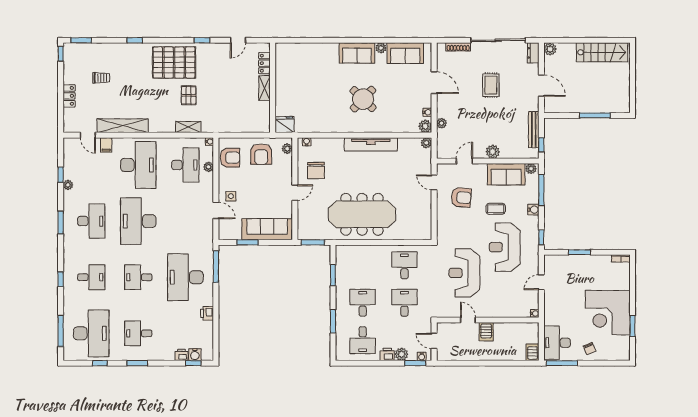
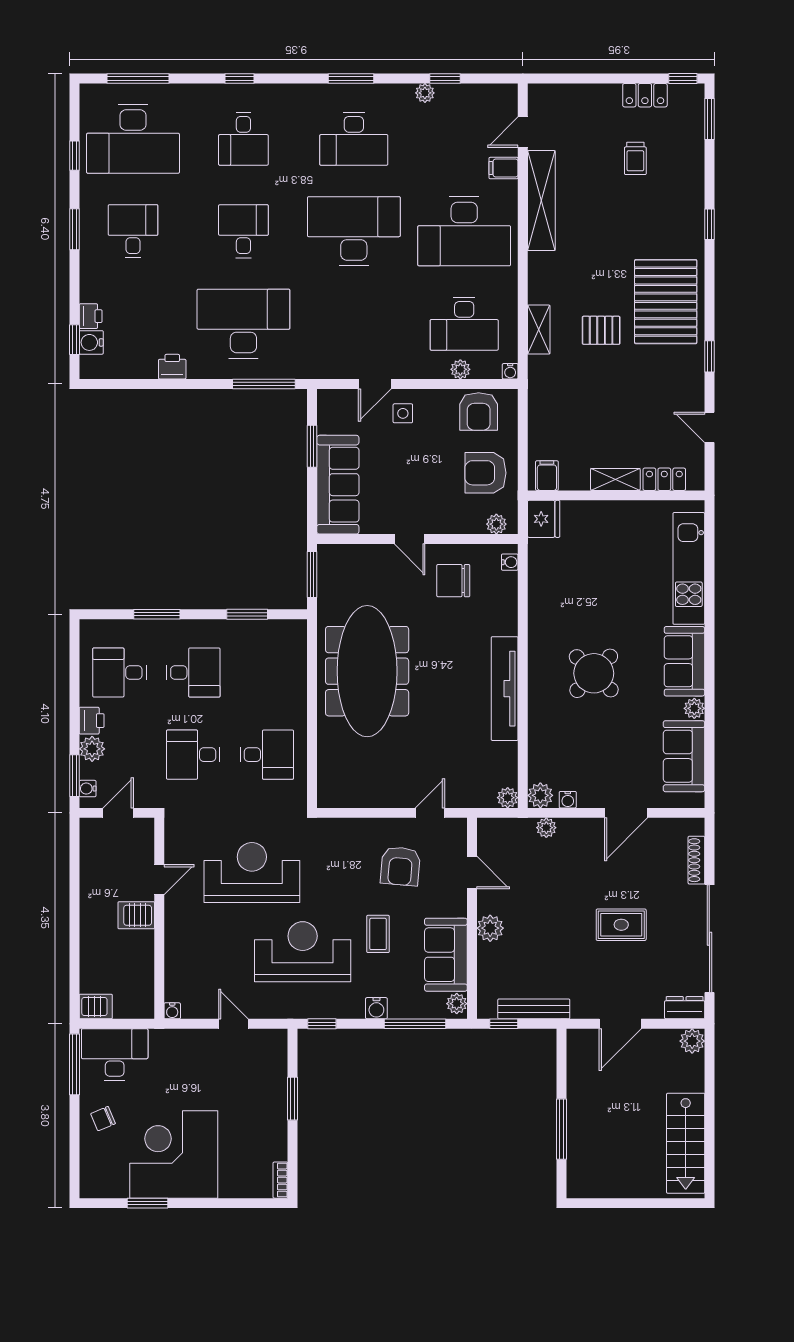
kitchen unit: (310, 51) -> (689, 568), added
locker: (69, 96) -> (645, 95), moved
filing cabinet: (263, 123) -> (547, 476), added
desk: (404, 303) -> (193, 755), turned 180

